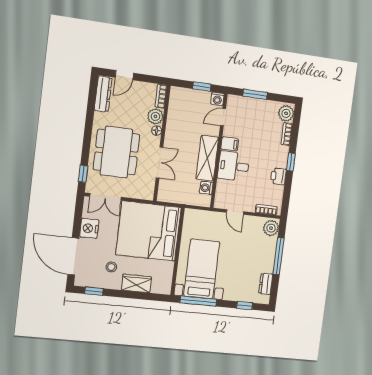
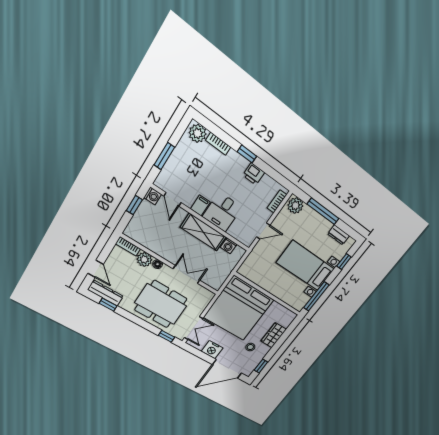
window: (92, 101) -> (108, 305), added
bed with nightstands: (202, 269) -> (305, 266), moved

